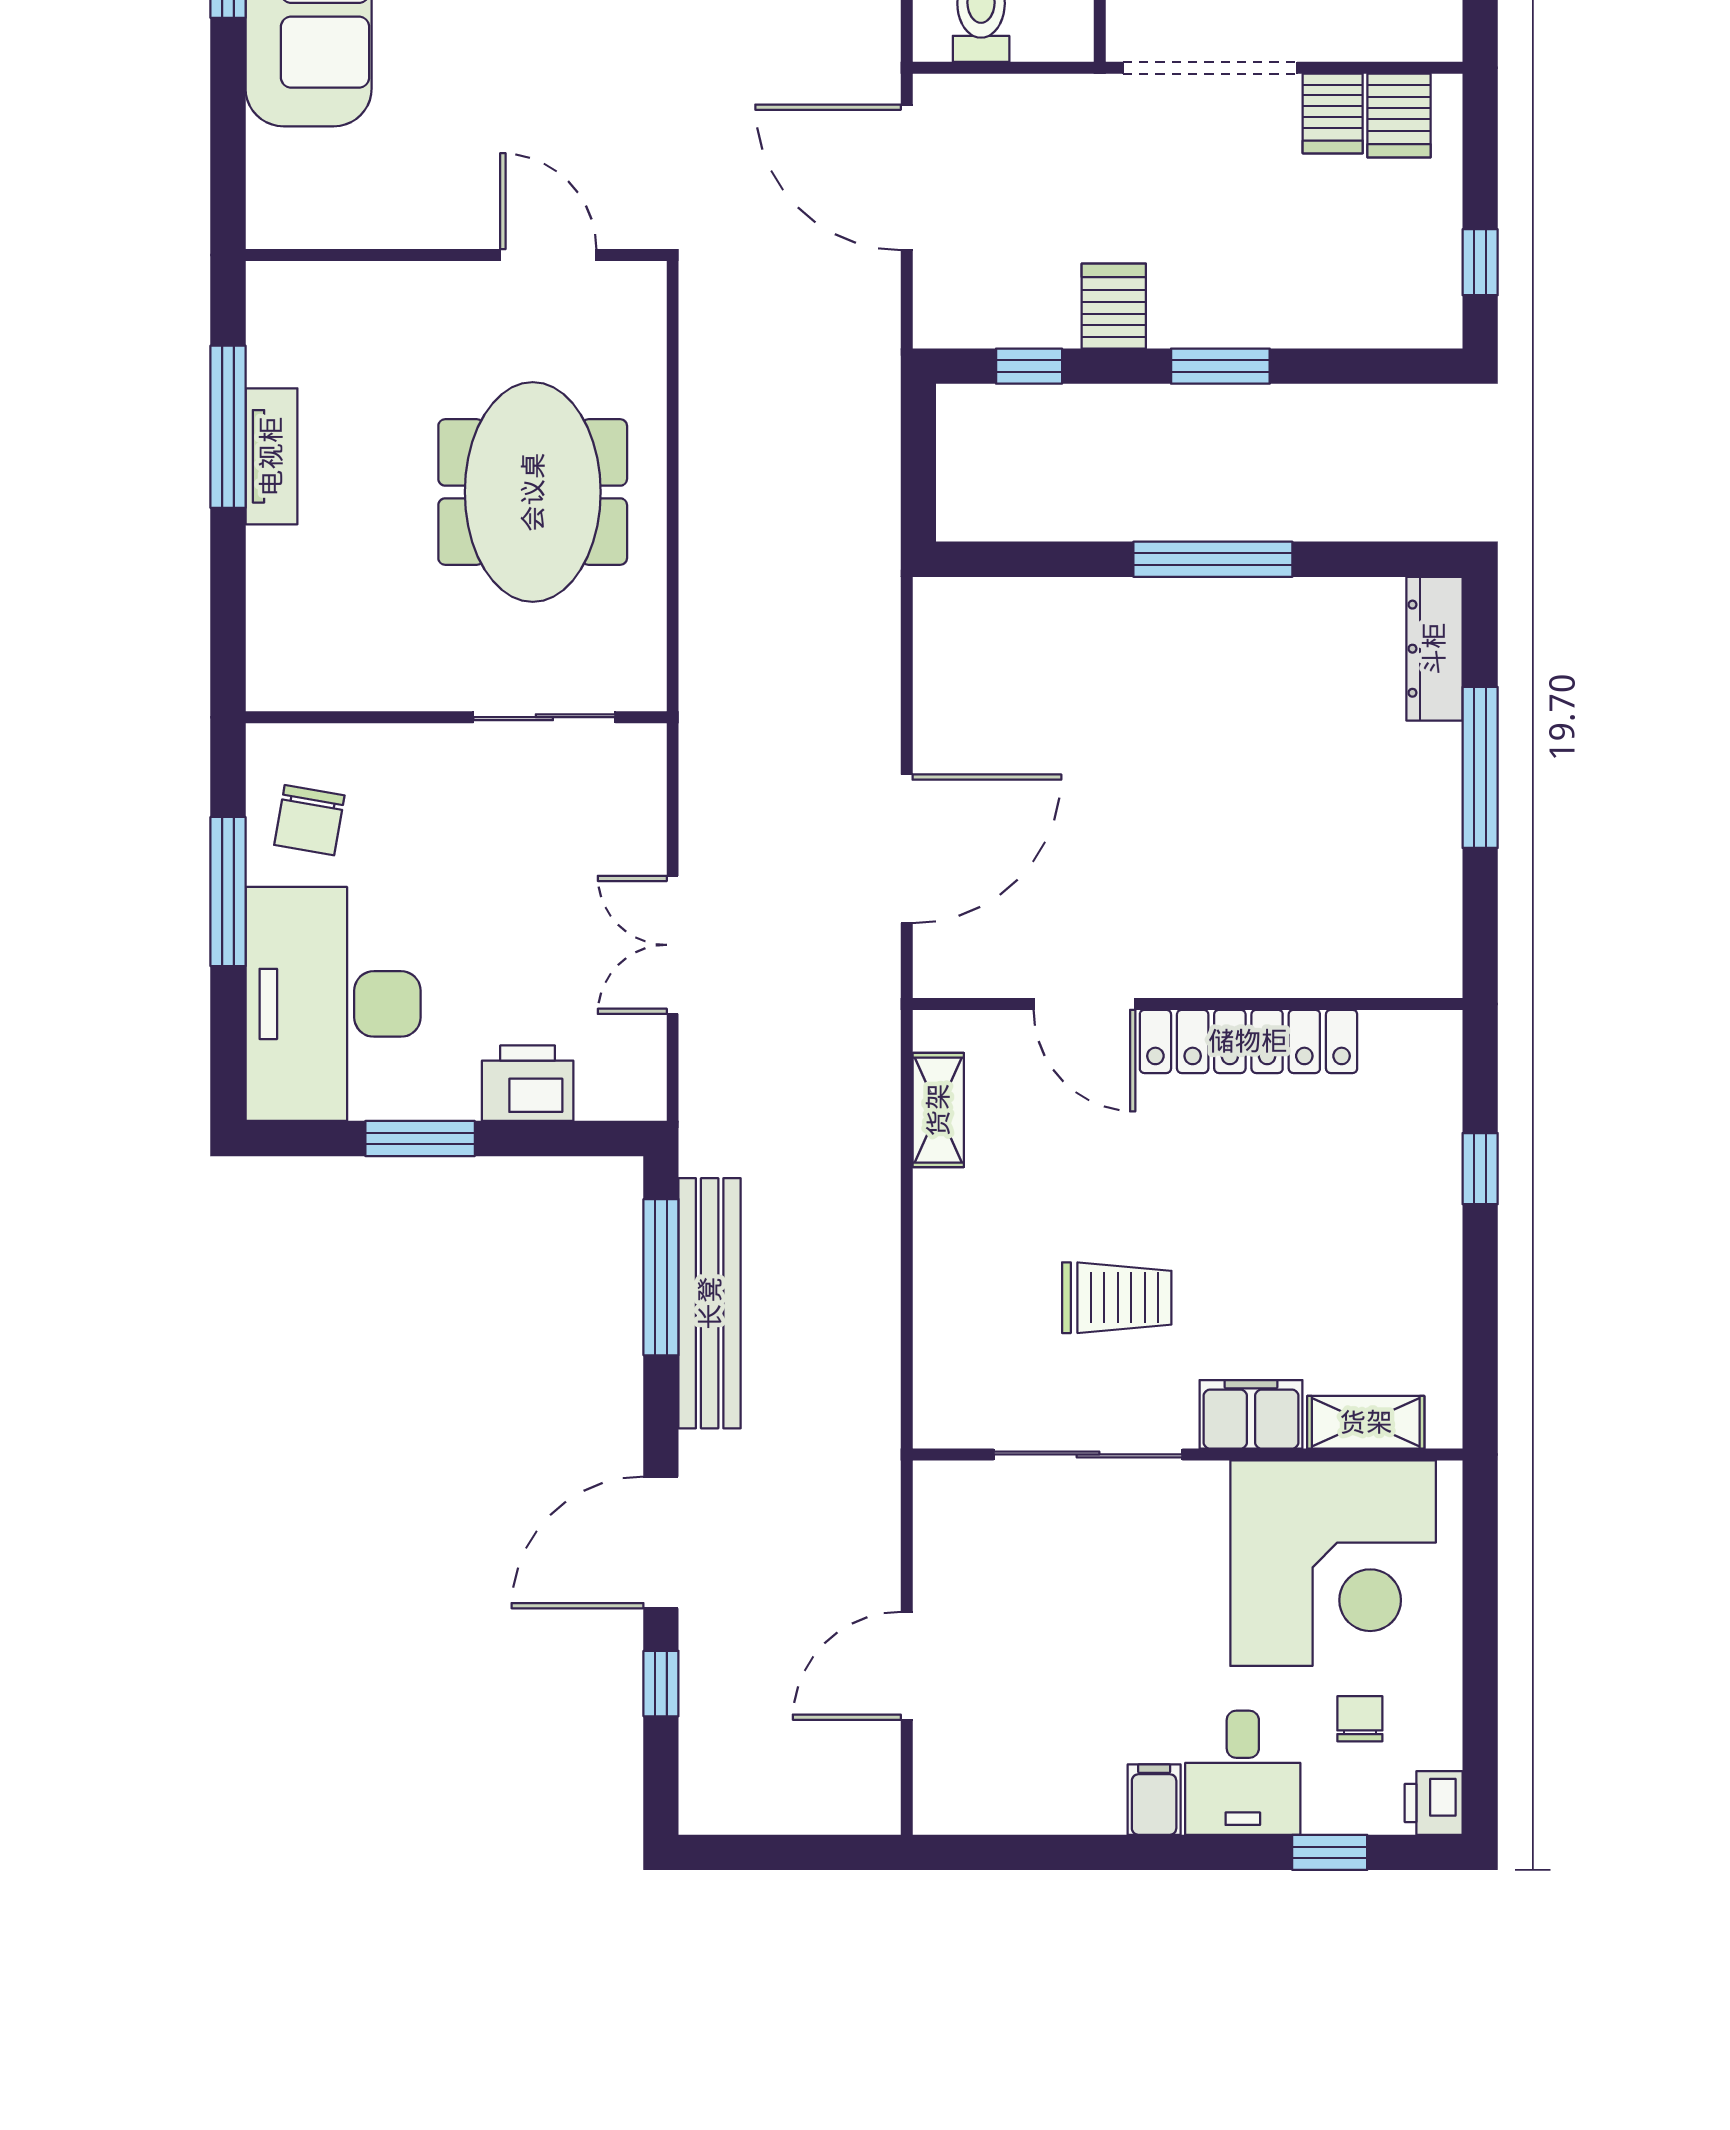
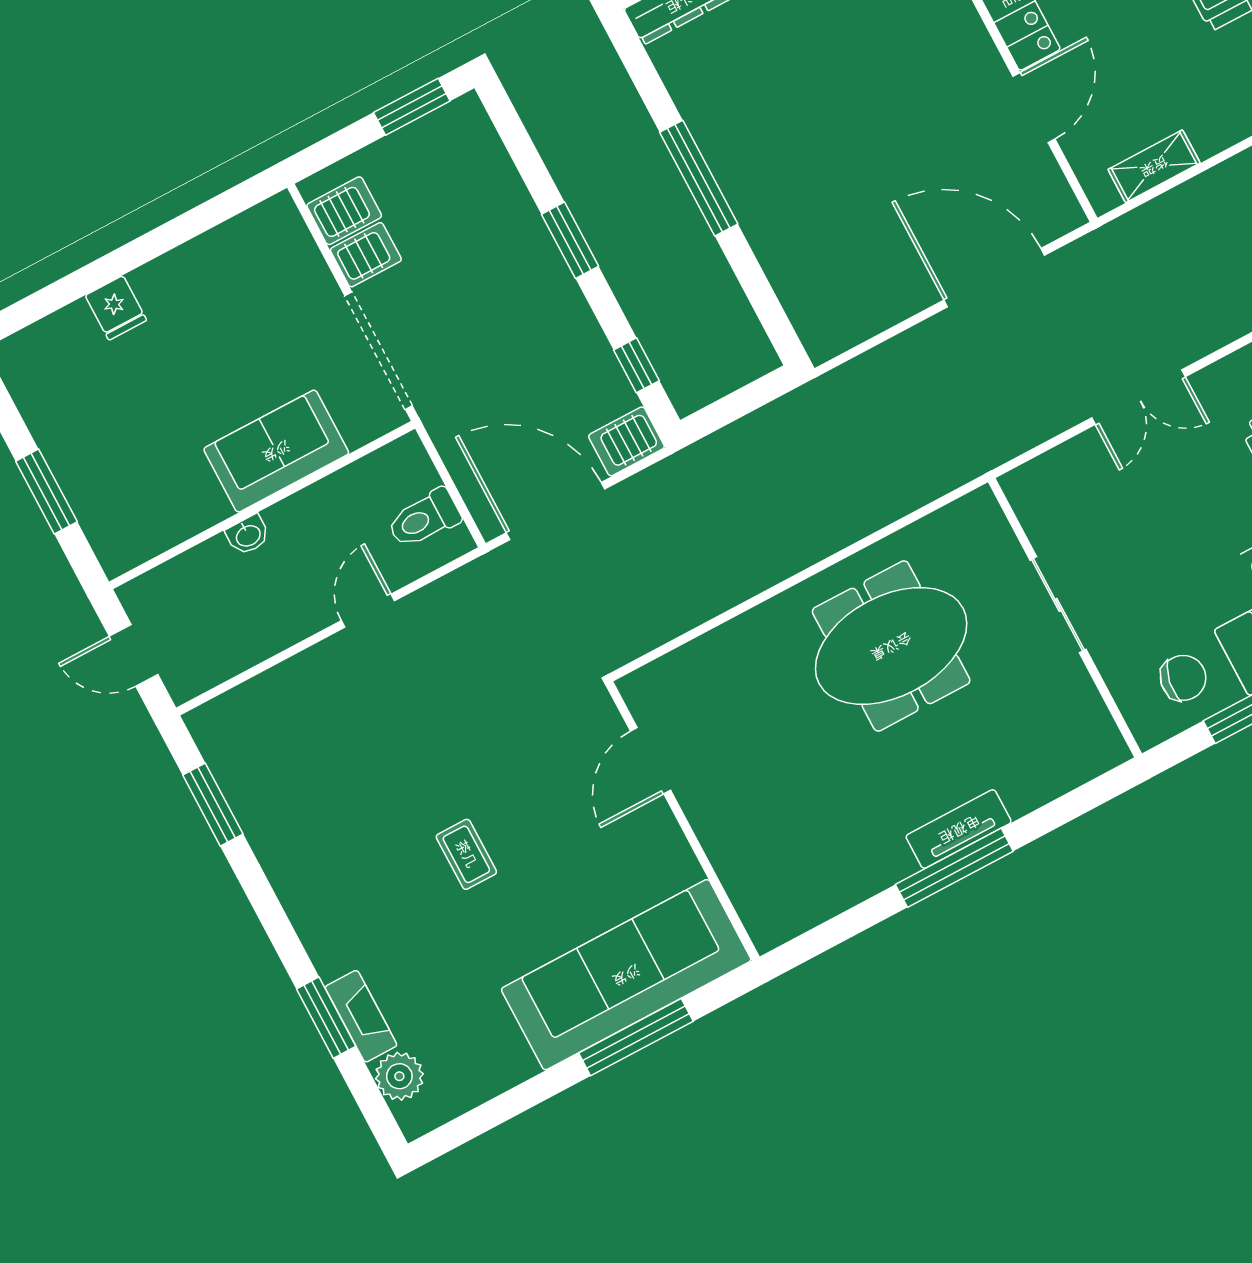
door: (907, 177) -> (556, 511), swing flipped
wall: (456, 255) -> (683, 821), moved
door: (548, 255) -> (651, 761), moved
window: (1480, 262) -> (412, 107), width x1.50
server rack: (1114, 306) -> (627, 441), moved
sliding door: (544, 717) -> (1058, 605), moved

